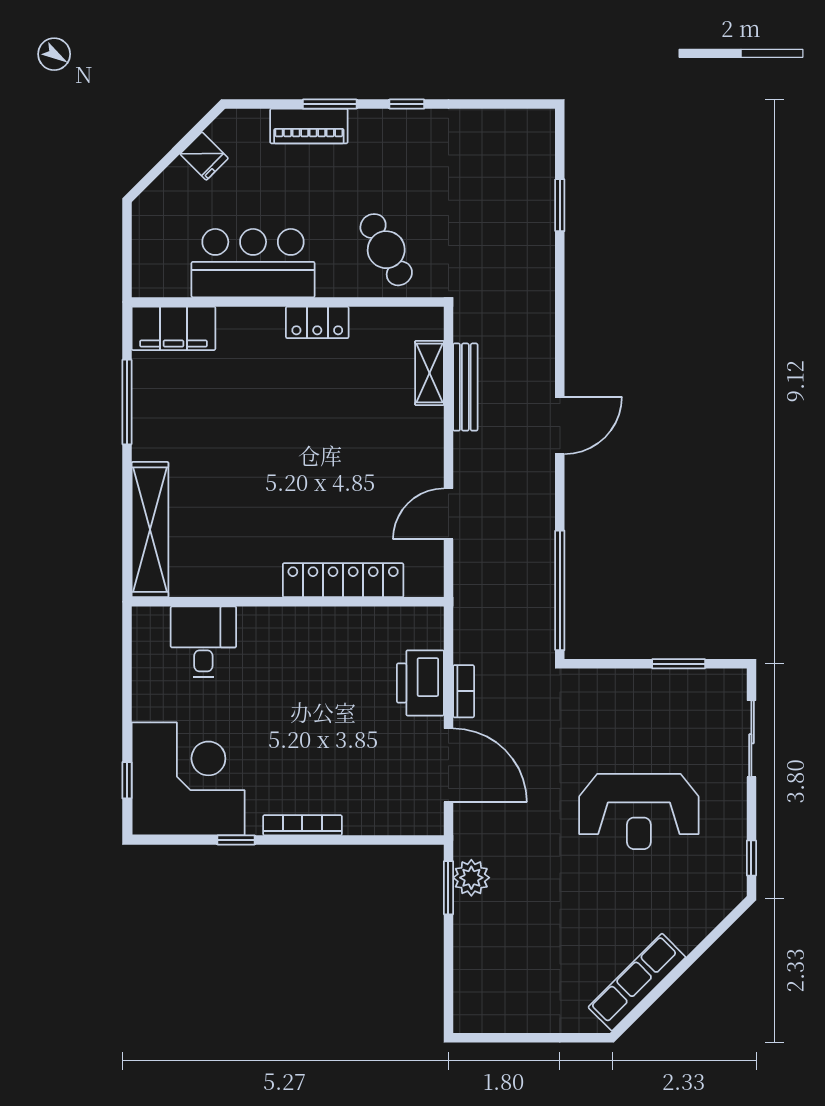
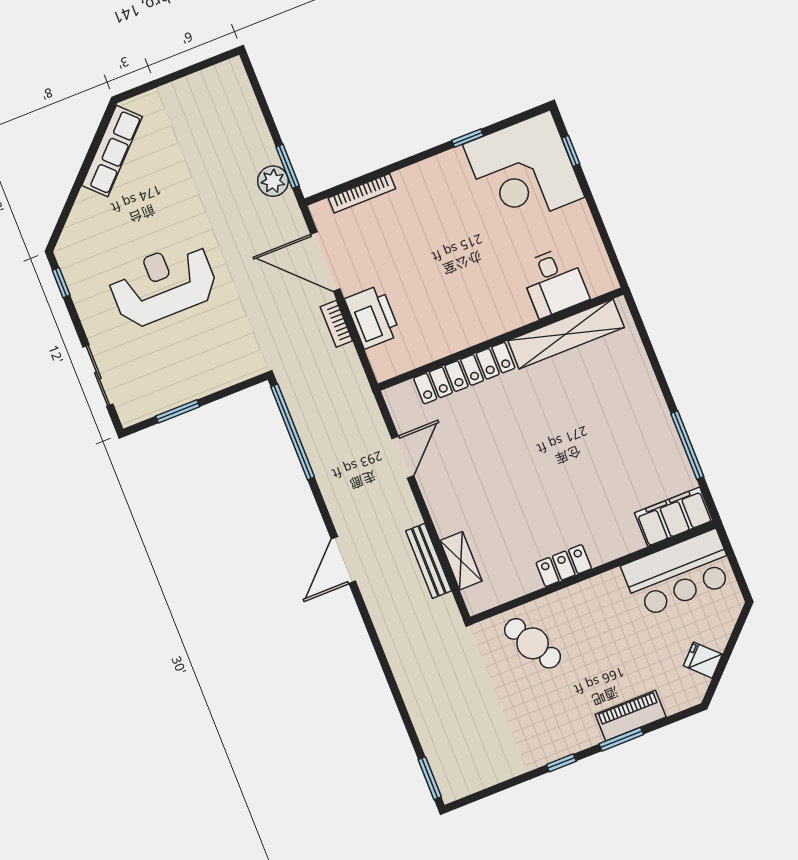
window: (560, 205) -> (430, 778), moved
bar counter: (253, 263) -> (679, 573), moved
shelving: (150, 530) -> (566, 334), moved, turned 90
bookcase: (302, 825) -> (362, 193), moved

